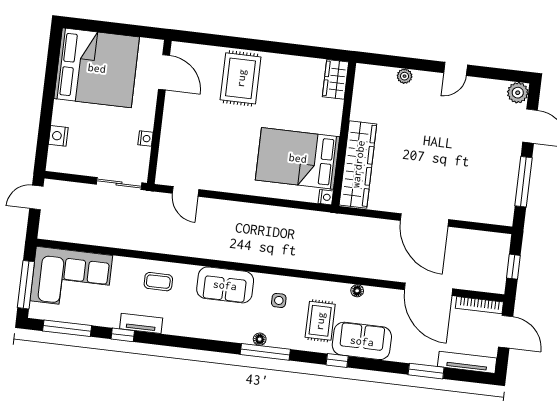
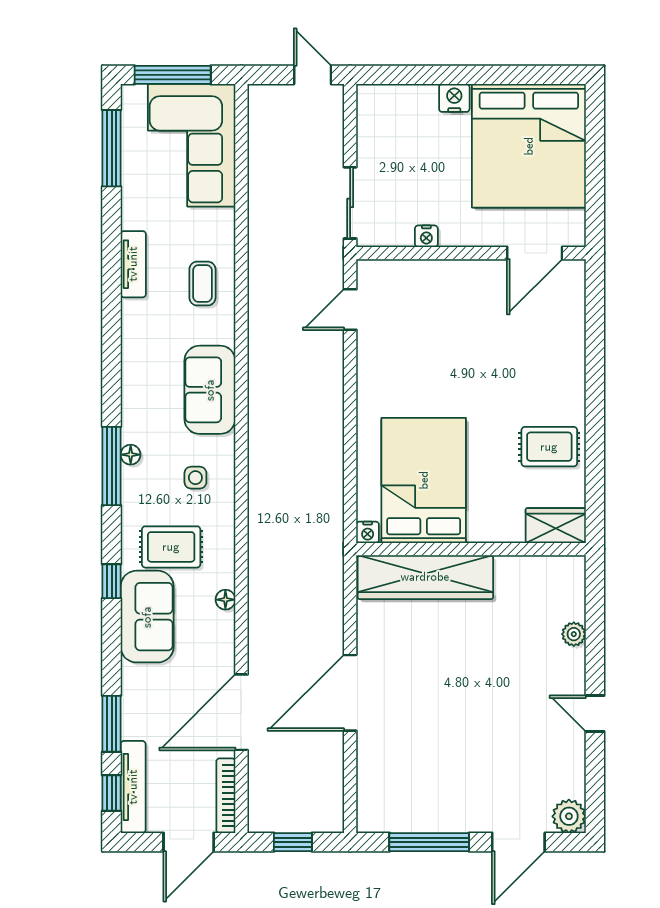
rug: (241, 78) -> (549, 447), moved, width x0.73, depth x0.70
nightstand: (58, 136) -> (454, 98), moved
window: (123, 335) -> (112, 793), moved

